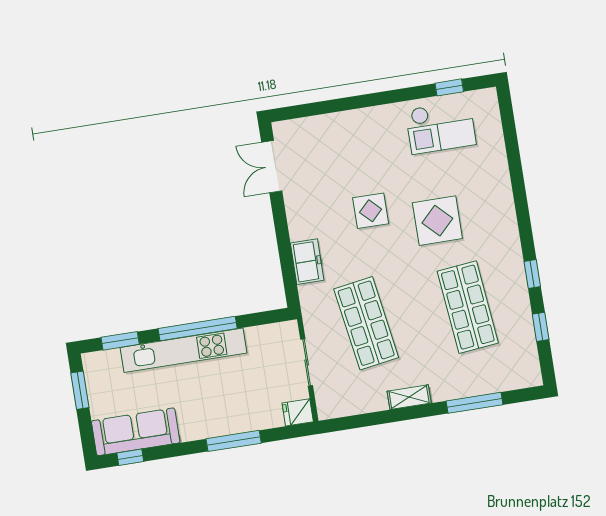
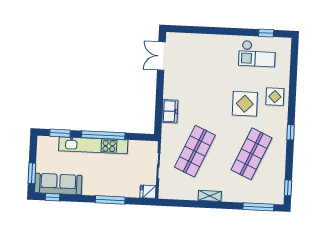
display table: (371, 211) -> (275, 97), moved
window: (532, 274) -> (291, 132), moved
shop shelf: (468, 307) -> (252, 154), turned 30
shop shelf: (366, 323) -> (195, 151), turned 33
window: (541, 327) -> (288, 188), moved
window: (80, 390) -> (32, 173), moved
window: (474, 403) -> (258, 207), moved

